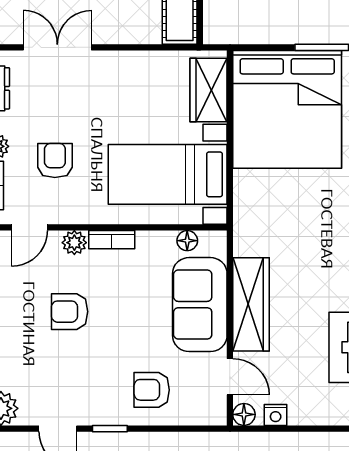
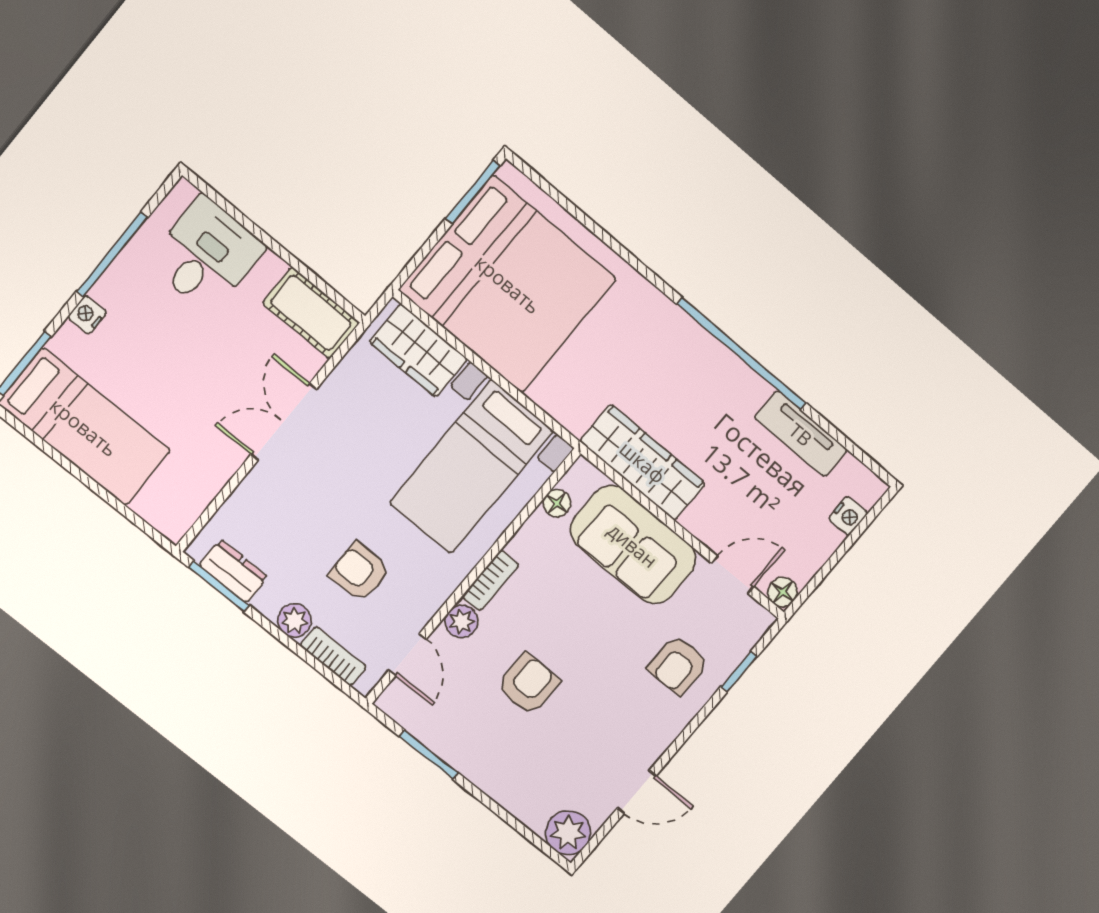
double door: (57, 47) -> (284, 422), moved
wardrobe: (251, 304) -> (643, 462), moved
armchair: (70, 312) -> (528, 684), turned 180
nightstand: (276, 415) -> (848, 516), moved
window: (110, 429) -> (739, 672), moved

